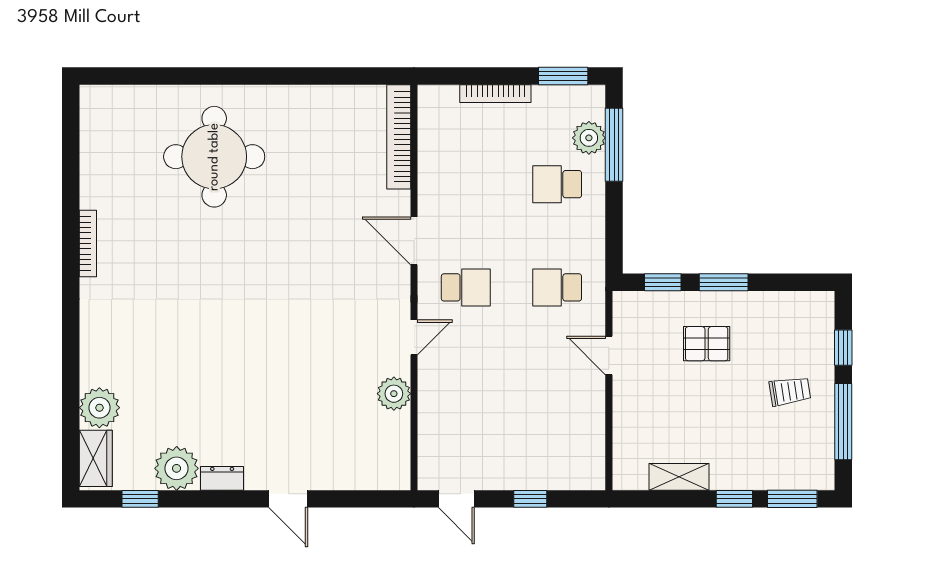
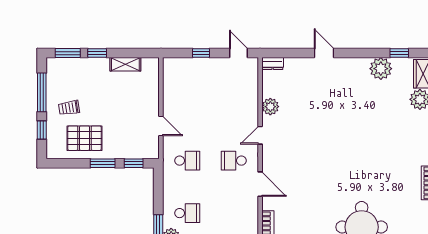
pallet: (707, 344) -> (84, 138), moved, width x1.50, depth x1.42
dresser: (222, 478) -> (273, 64), moved

